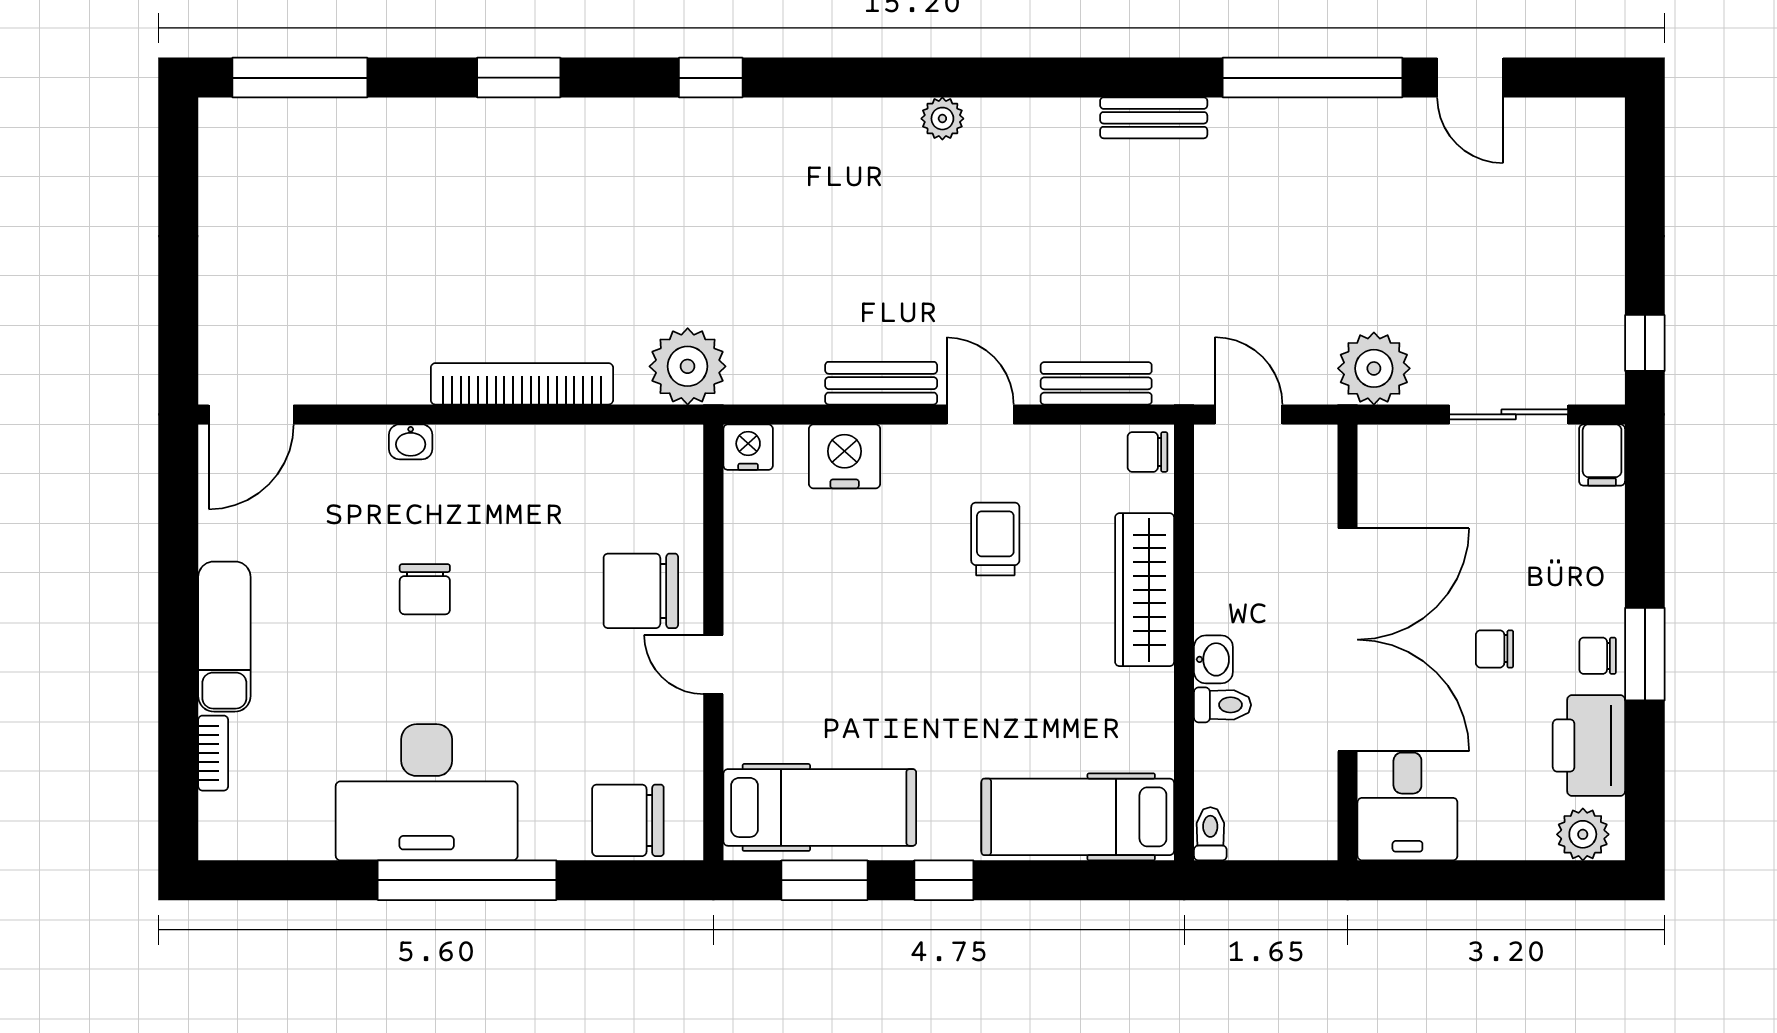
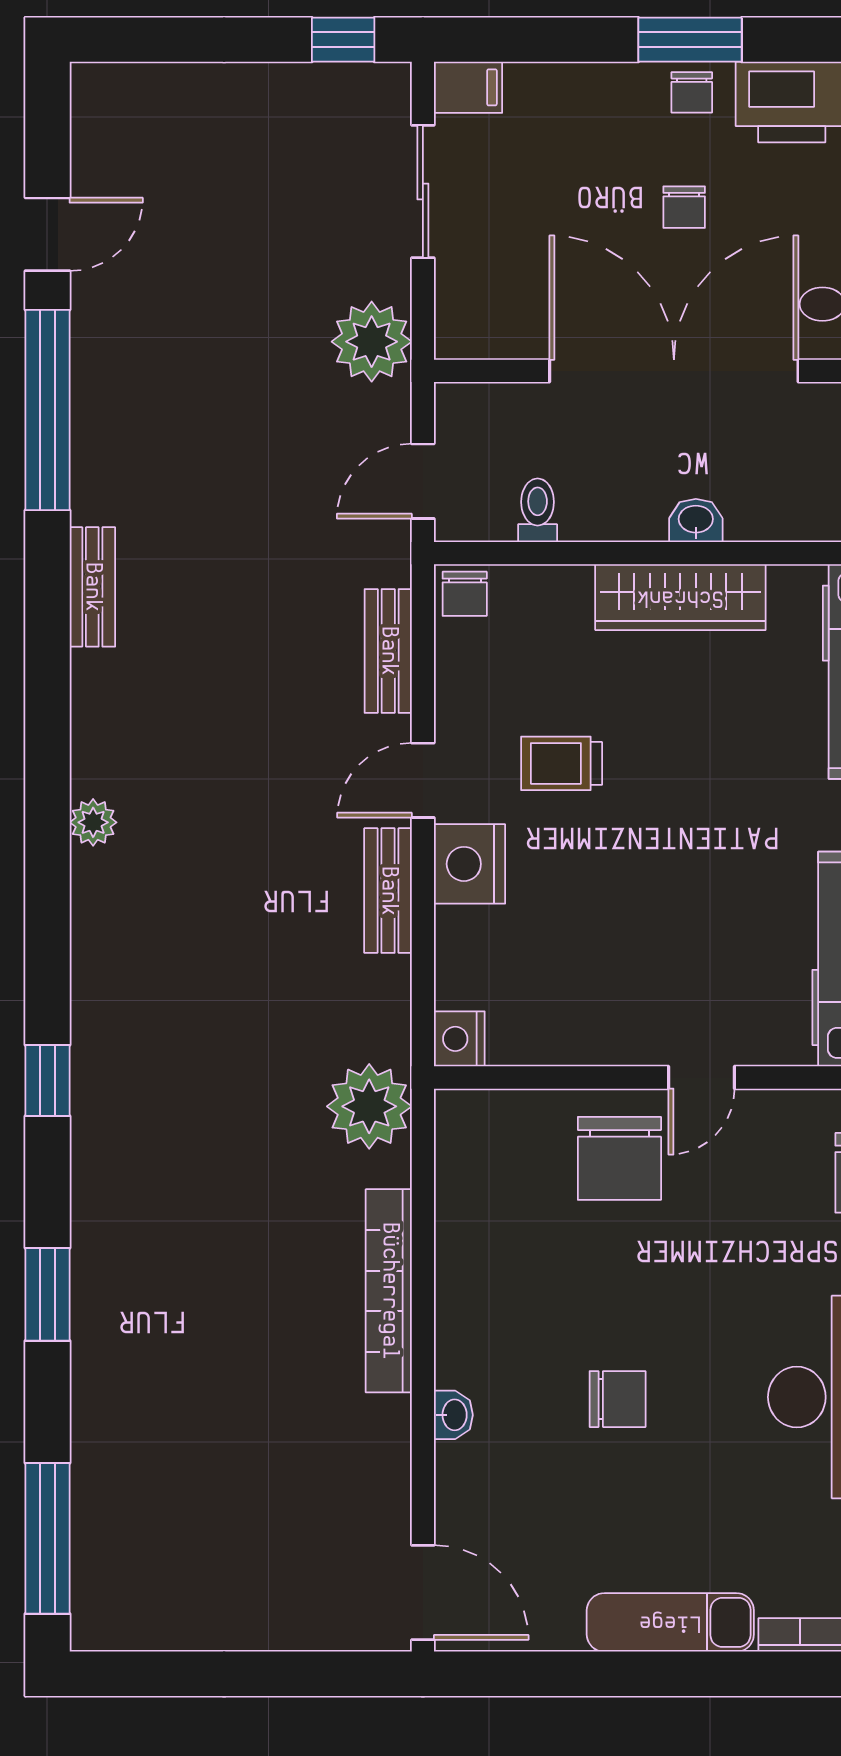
nightstand: (845, 456) -> (470, 864), moved
wardrobe: (1145, 590) -> (680, 597), moved
toilet: (1223, 705) -> (538, 510), moved

